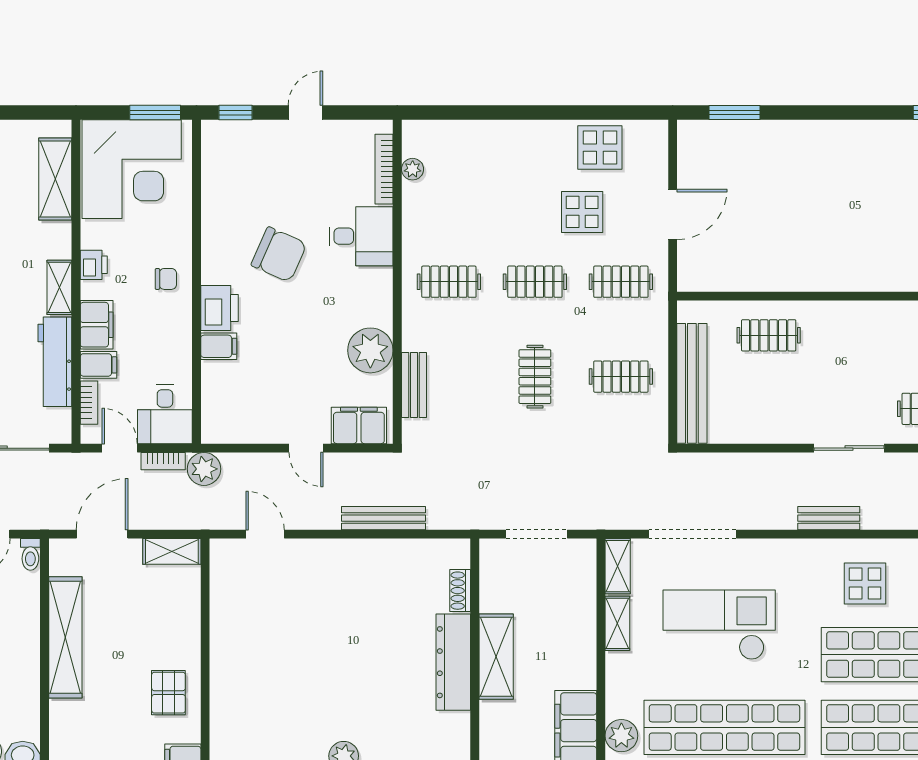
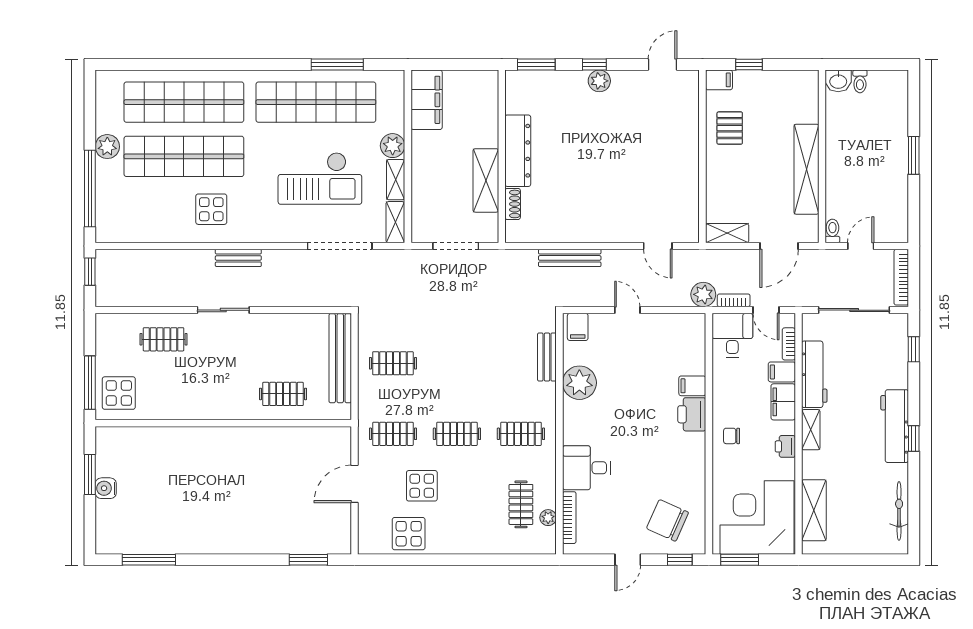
chair: (279, 254) -> (667, 520), moved
clothes rail: (535, 377) -> (521, 504), moved
filing cabinet: (359, 425) -> (578, 327), width x0.50
shelving: (496, 657) -> (486, 180), moved
plant: (621, 736) -> (393, 146), moved

